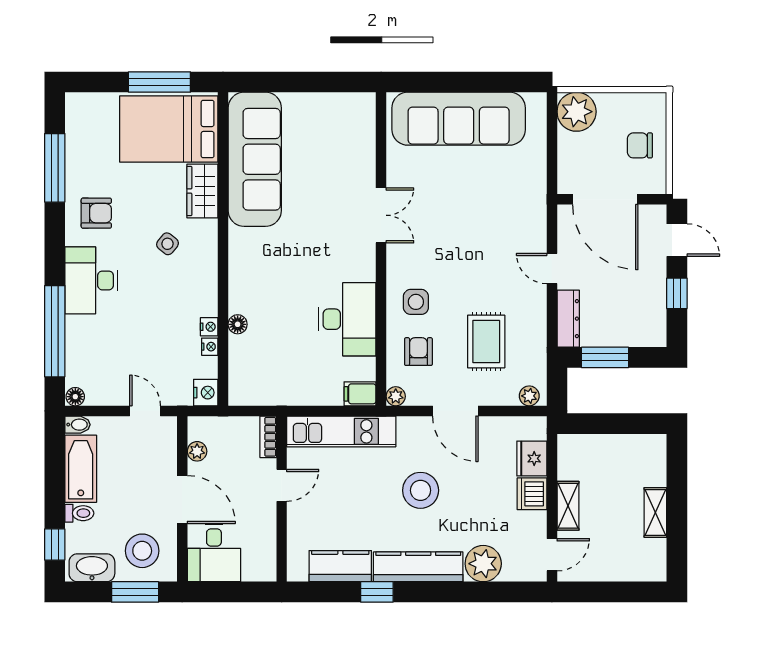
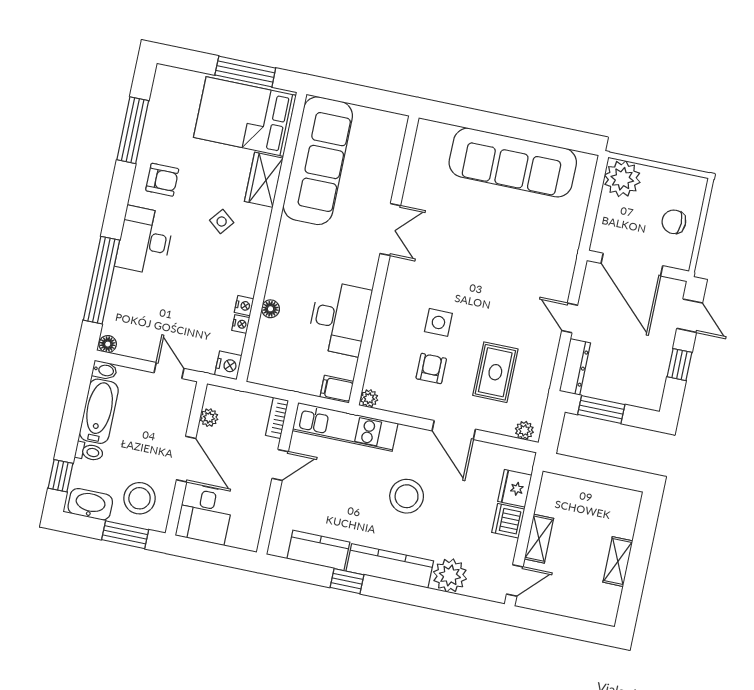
double door: (381, 215) -> (390, 230), moved
wall: (381, 249) -> (384, 260), moved
desk: (347, 319) -> (339, 318), moved
filing cabinet: (360, 394) -> (337, 389), moved
plant: (396, 396) -> (369, 398), moved

